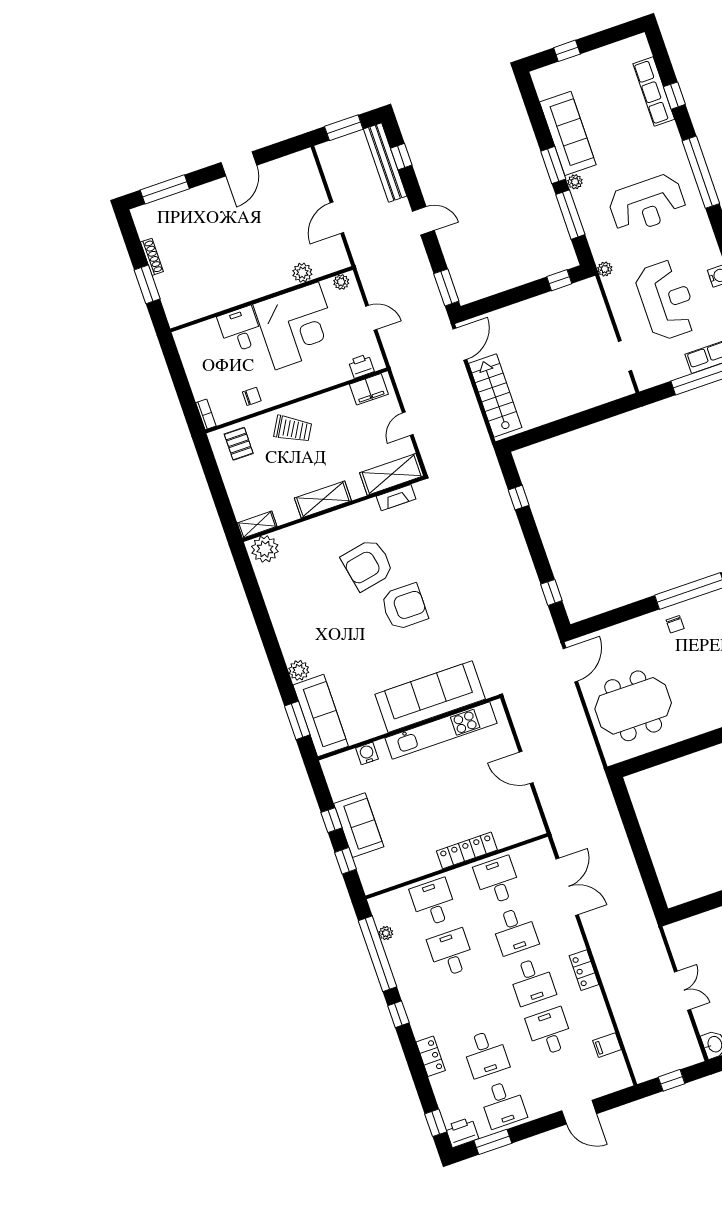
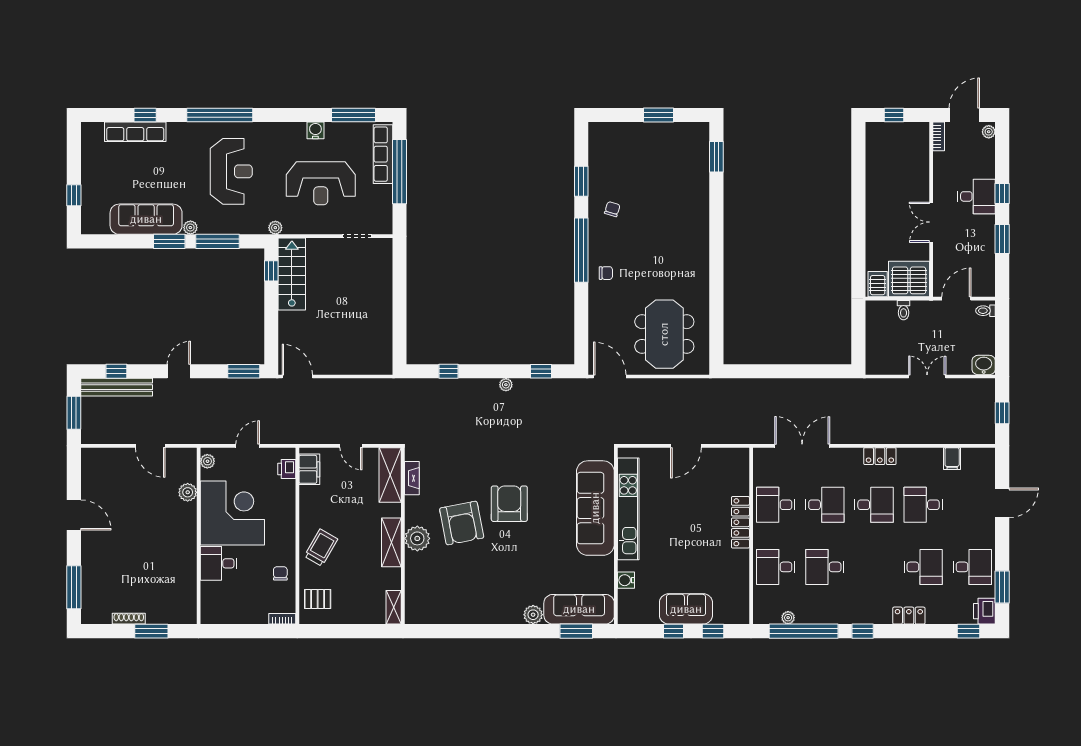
reception desk: (666, 300) -> (321, 183), turned 180
stairs: (495, 395) -> (292, 274), moved, turned 90
plant: (265, 549) -> (417, 538), moved
plant: (525, 561) -> (506, 385), added

